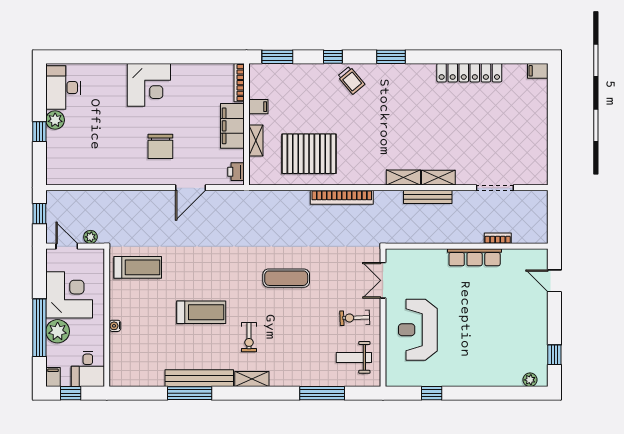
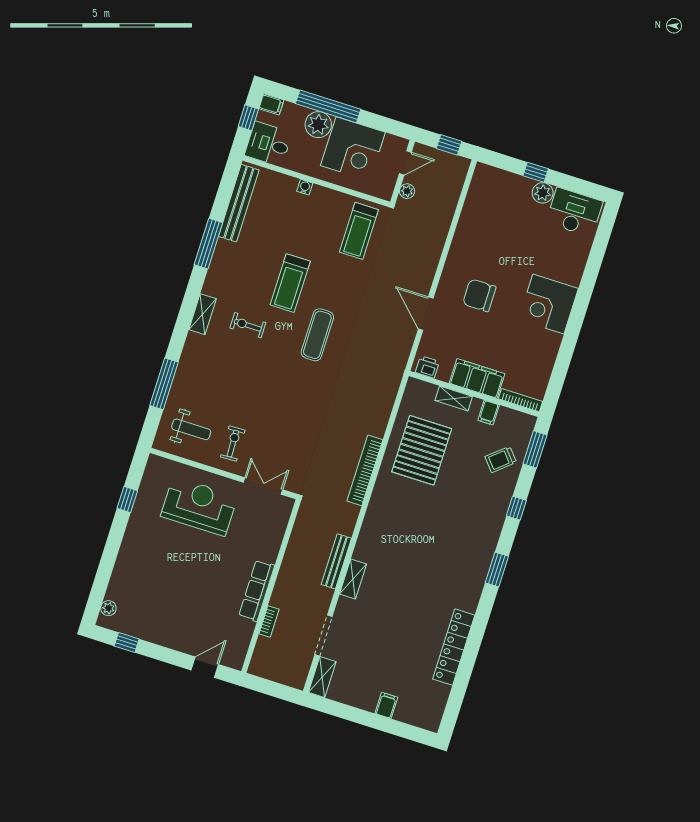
filing cabinet: (538, 71) -> (386, 705), moved
trolley: (351, 80) -> (501, 459), moved
shelving: (403, 177) -> (322, 677), moved
exercise mat: (286, 278) -> (317, 335), moved
weight bench: (354, 357) -> (191, 429), turned 90
bench: (199, 378) -> (239, 203), moved

